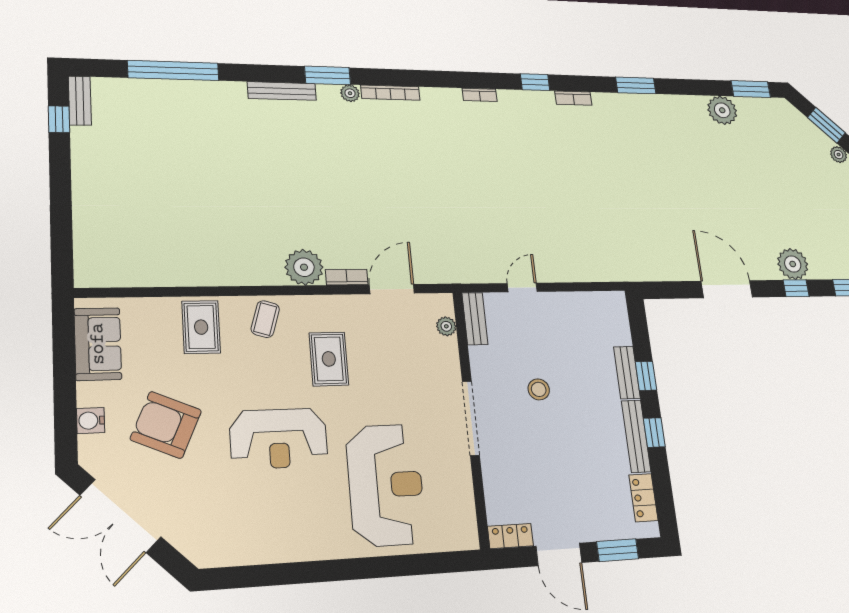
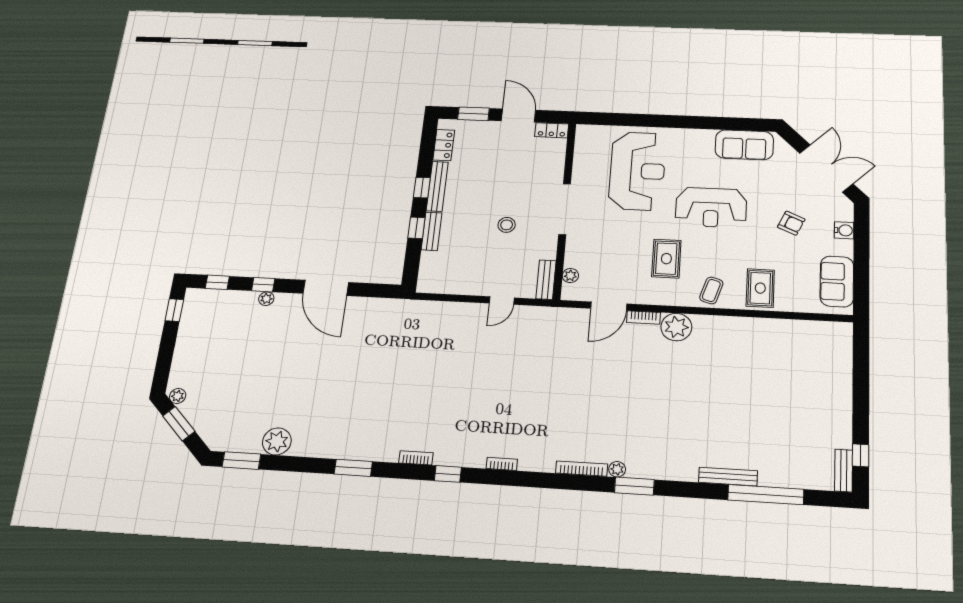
bench: (282, 91) -> (728, 477), moved
plant: (793, 264) -> (266, 299), width x0.53, depth x0.53
armchair: (166, 425) -> (791, 223), width x0.53, depth x0.53
reception desk: (279, 439) -> (711, 208), turned 180
reception desk: (386, 485) -> (637, 171), turned 180
sofa: (242, 542) -> (744, 145), added

